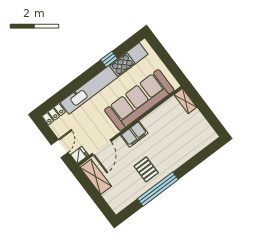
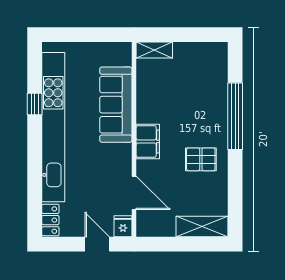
sofa: (139, 100) -> (116, 105), width x0.74, depth x0.79
shelving: (96, 177) -> (202, 226), moved
window: (158, 189) -> (235, 116), moved

